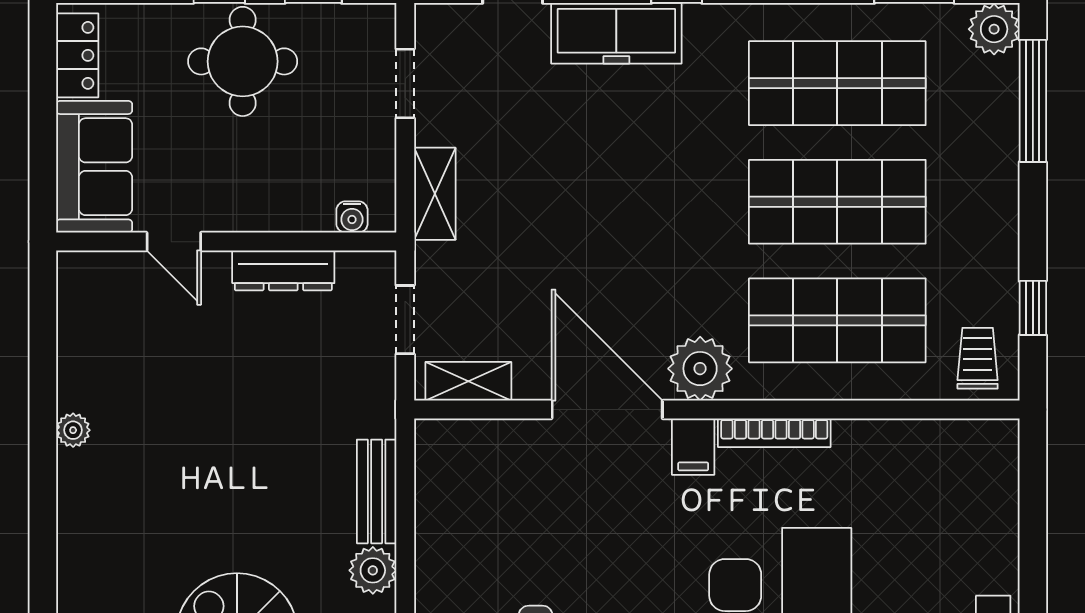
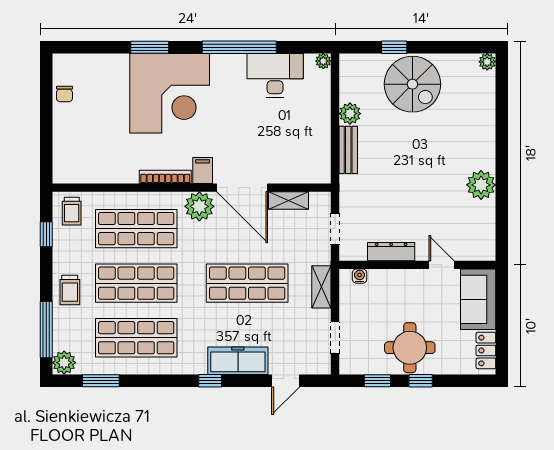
trolley: (982, 187) -> (70, 290), added
shop shelf: (596, 202) -> (247, 283), added
shelving: (468, 381) -> (289, 201), moved
plant: (73, 430) -> (481, 185), width x1.87, depth x1.87

